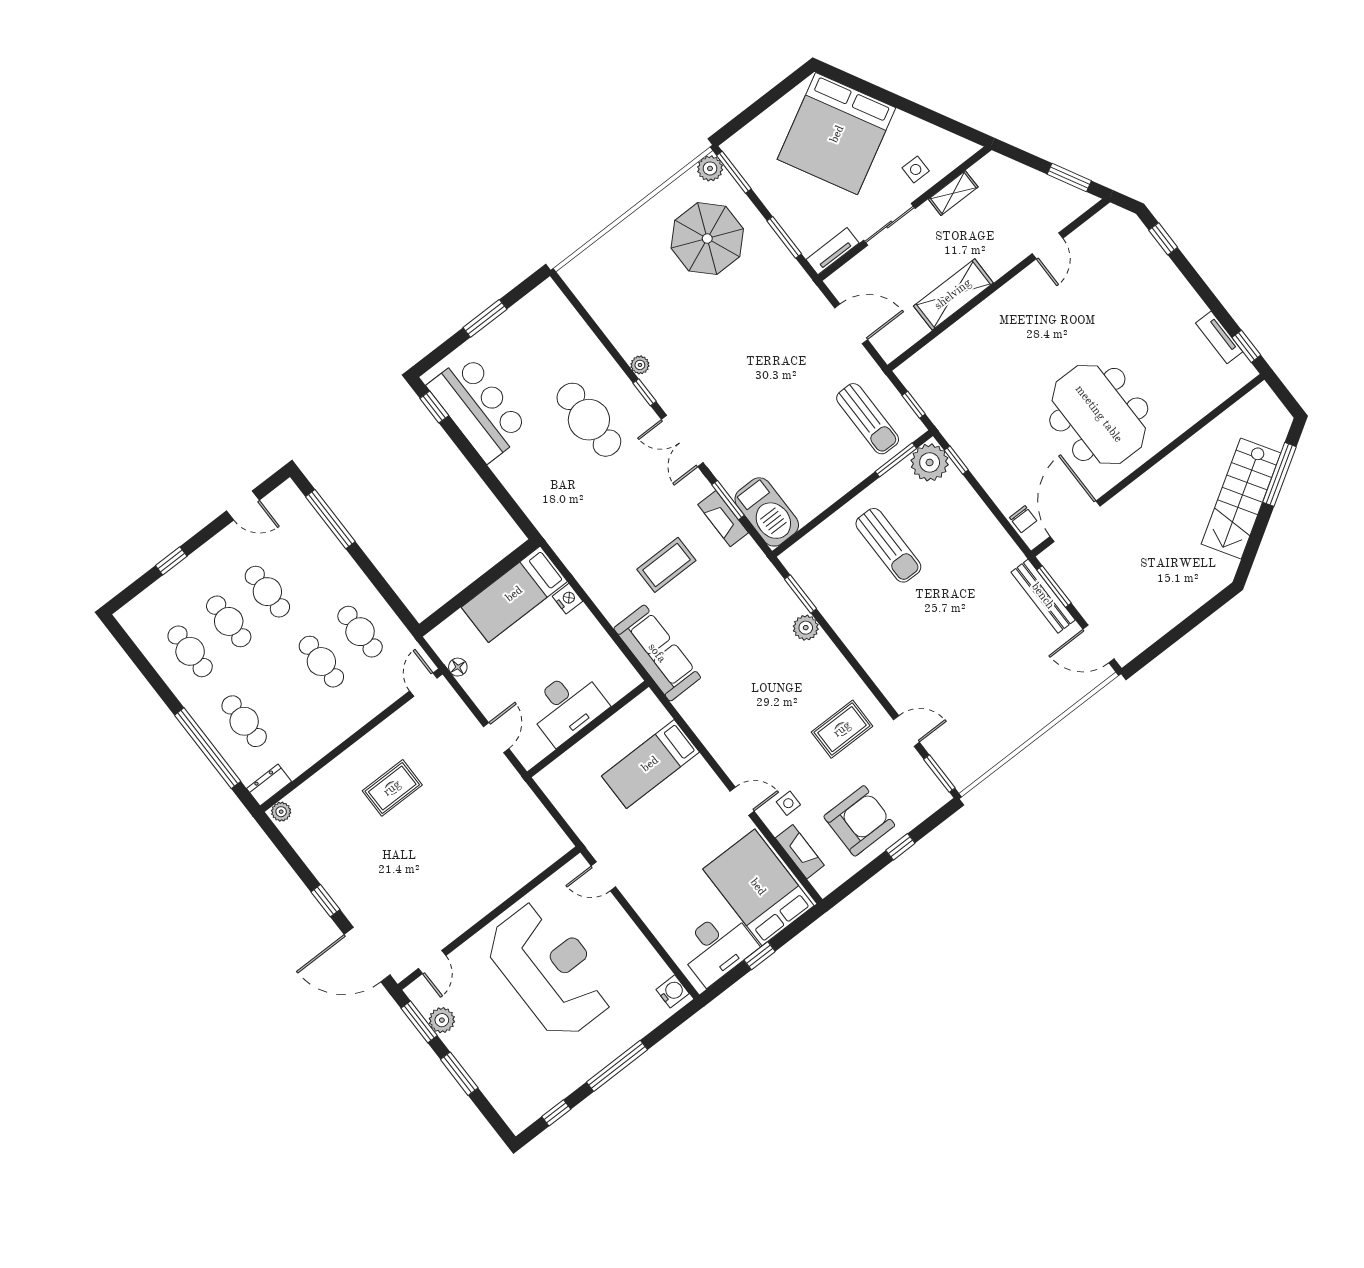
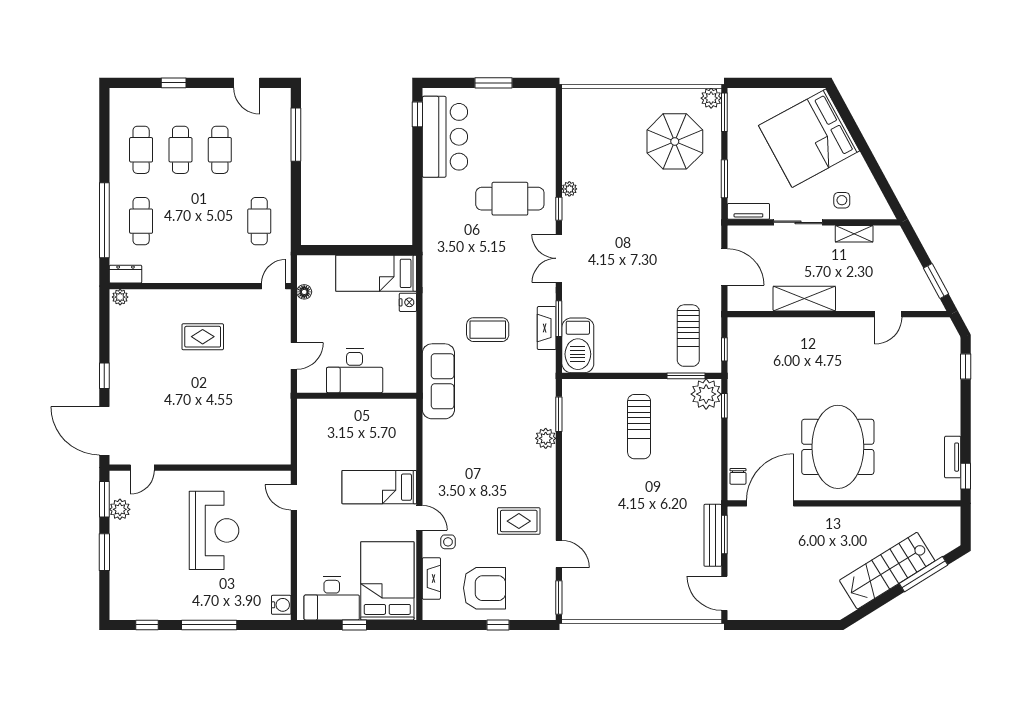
cafe table: (589, 420) -> (510, 199), turned 90
cafe table: (321, 662) -> (220, 221), removed
bed: (650, 764) -> (379, 487), moved
reception desk: (550, 969) -> (214, 530), width x0.74, depth x0.77

